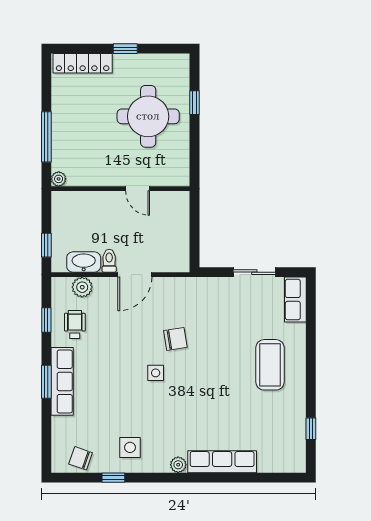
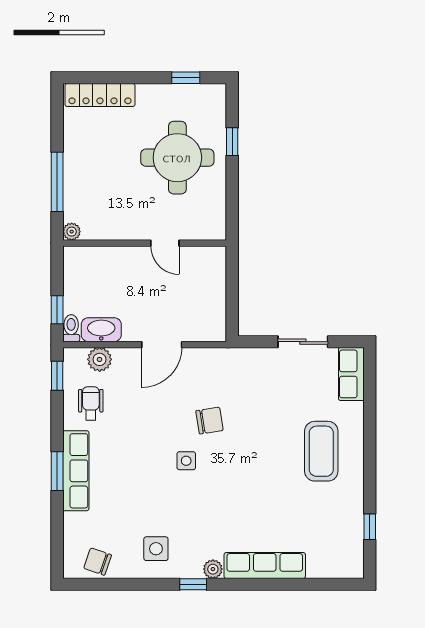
window: (125, 49) -> (186, 78), moved
toilet: (109, 261) -> (71, 328), moved
window: (46, 320) -> (57, 376), moved
window: (113, 478) -> (193, 584), moved

